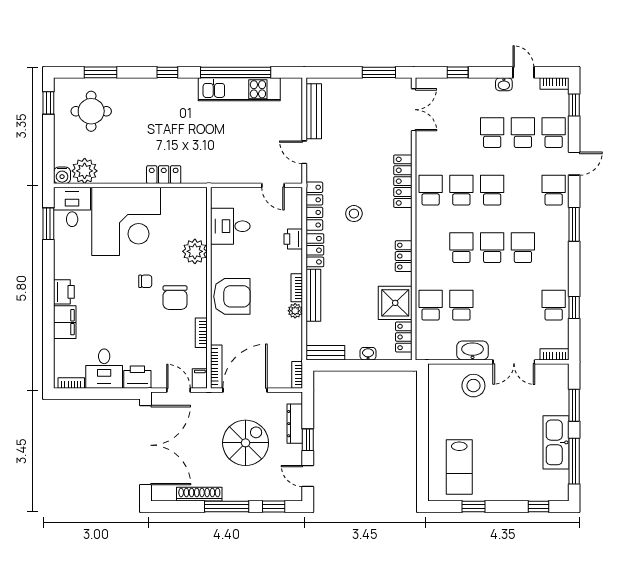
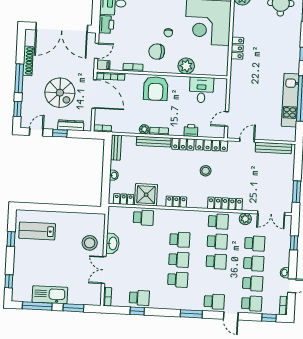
plant: (425, 149) -> (245, 219), added
school desk: (461, 305) -> (255, 243), moved

